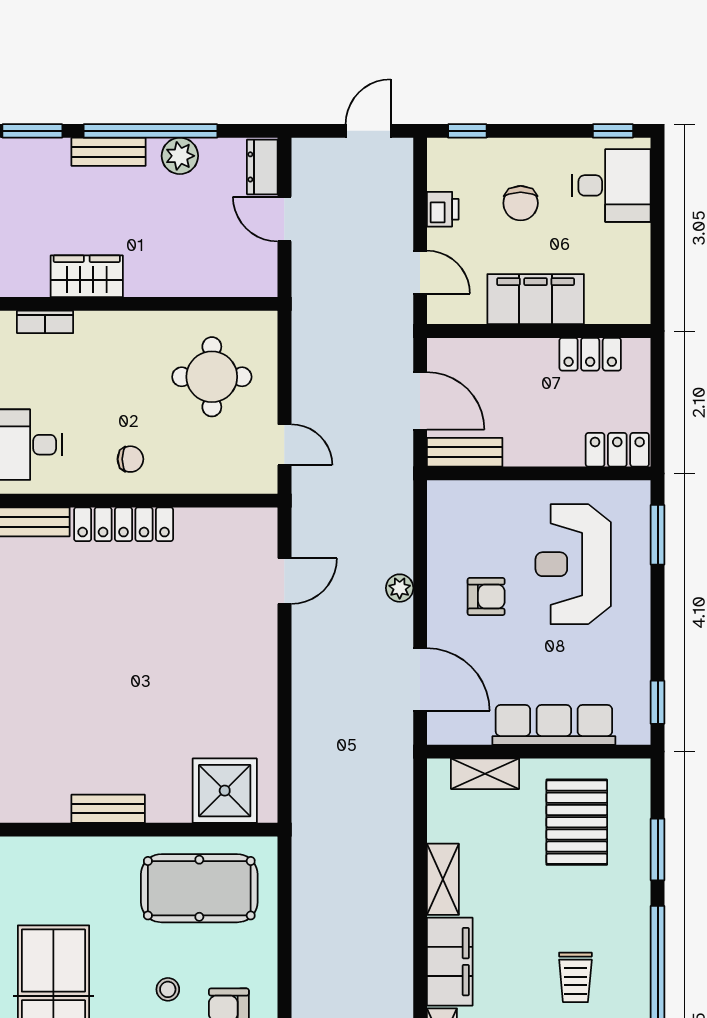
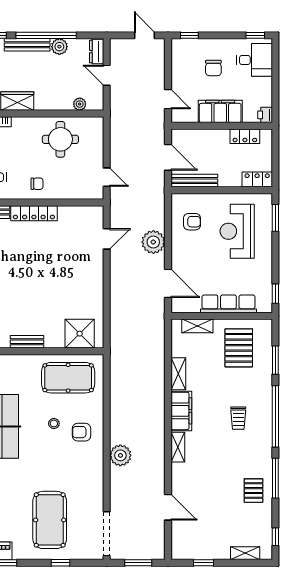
door: (368, 131) -> (144, 35), hinge flipped
bench: (109, 152) -> (27, 45), width x1.36
printer: (443, 209) -> (265, 115), moved, turned 180
plant: (225, 283) -> (80, 104), added
round table: (212, 377) -> (60, 139), moved
bench: (465, 452) -> (194, 181), width x1.36
plant: (400, 588) -> (153, 242), width x1.87, depth x1.87
armchair: (486, 597) -> (192, 222), moved

